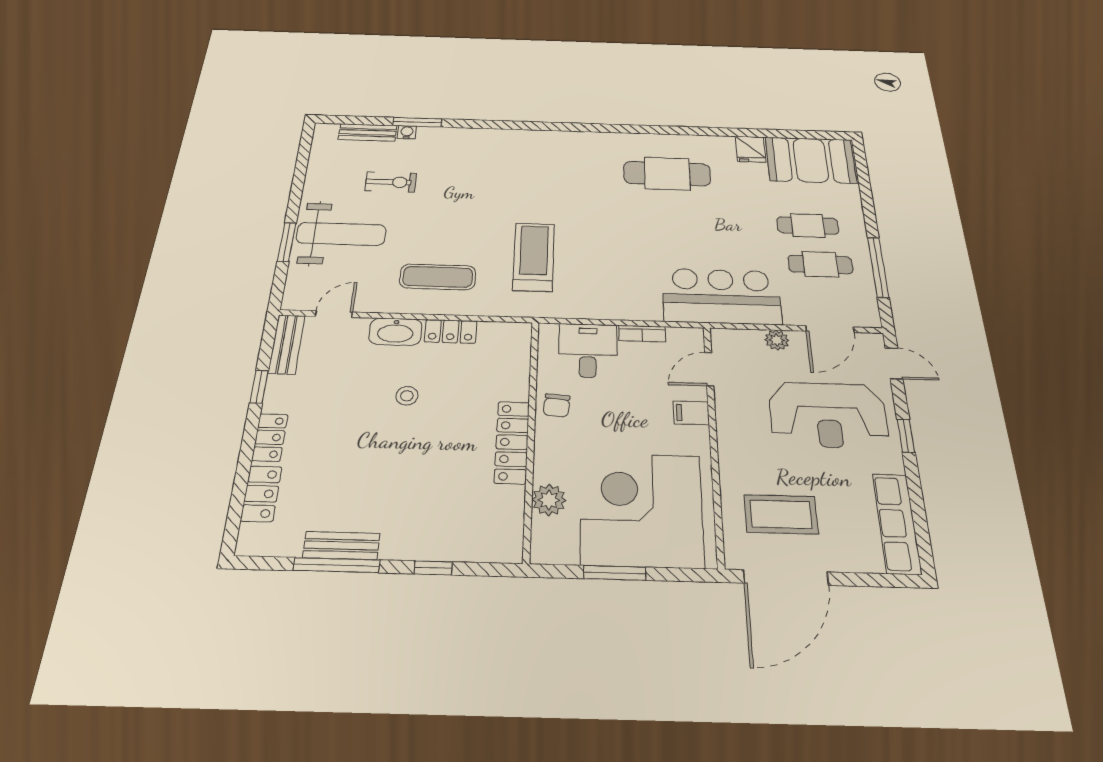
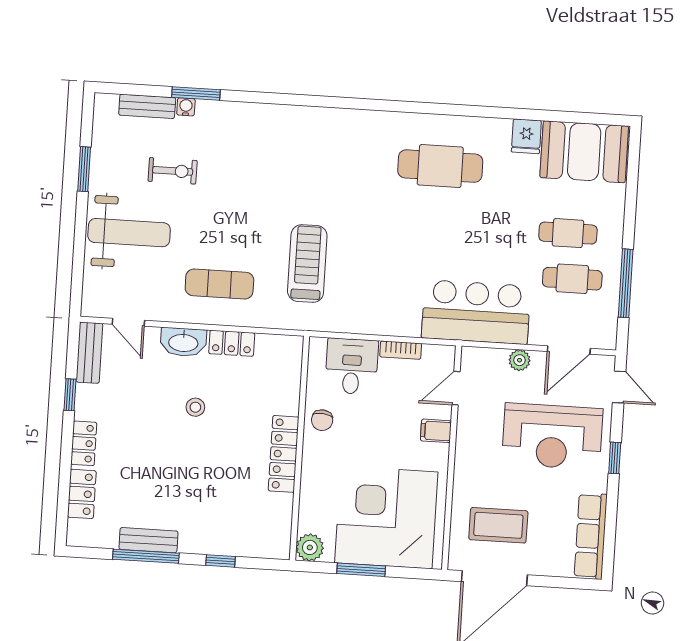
window: (287, 242) -> (84, 169), moved
door: (334, 314) -> (128, 322), swing flipped
plant: (549, 500) -> (310, 547), moved

